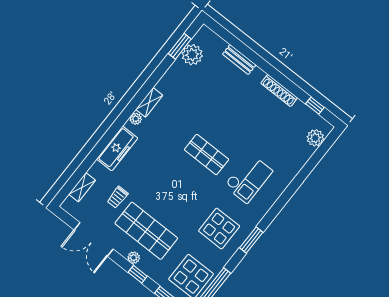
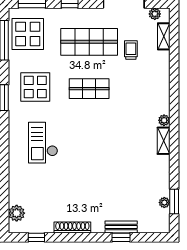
window: (246, 51) -> (121, 237), added
plant: (192, 55) -> (164, 203), width x0.53, depth x0.53
freezer: (117, 149) -> (160, 87), removed
shop shelf: (206, 155) -> (89, 89), moved
plant: (134, 258) -> (155, 14), moved

